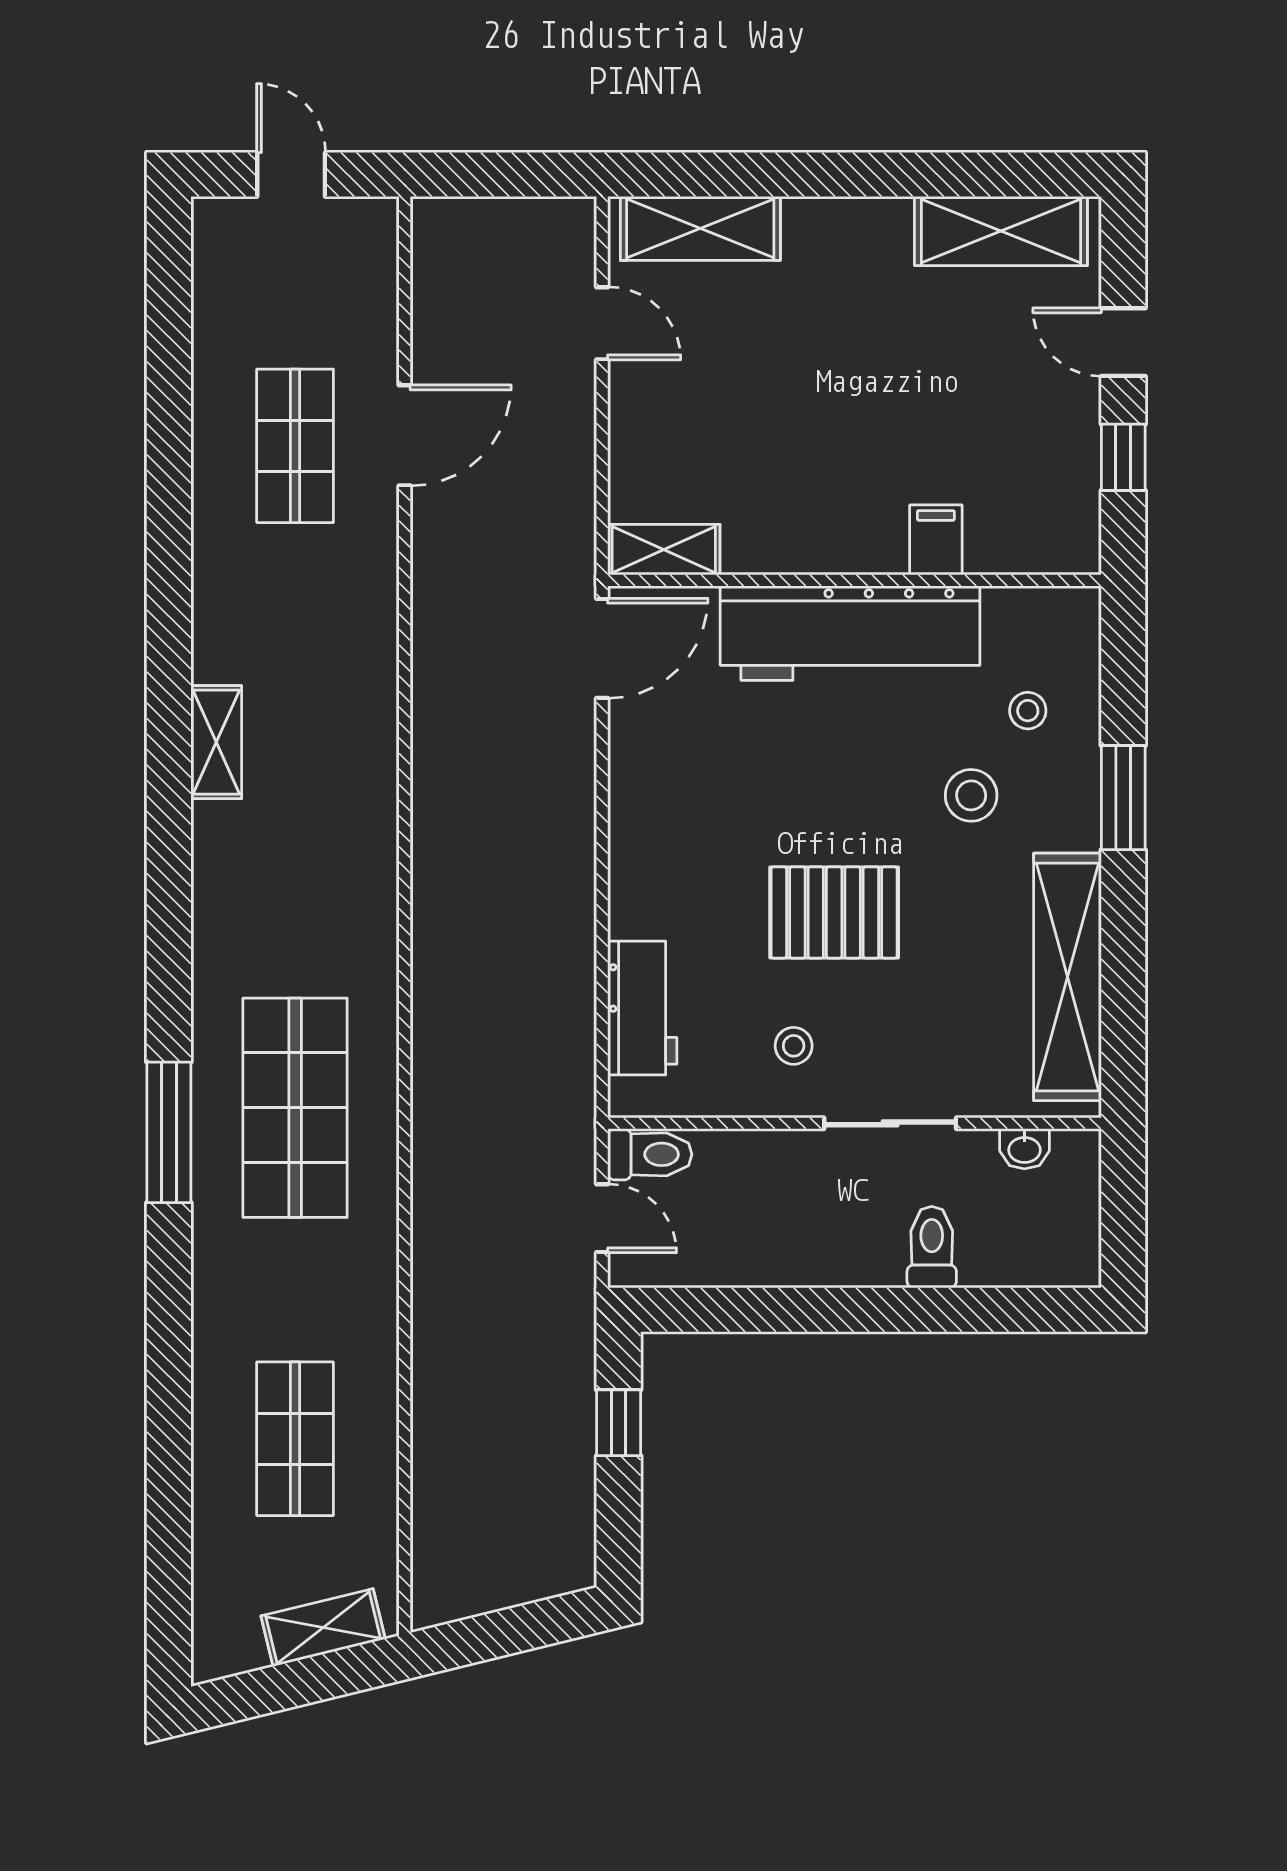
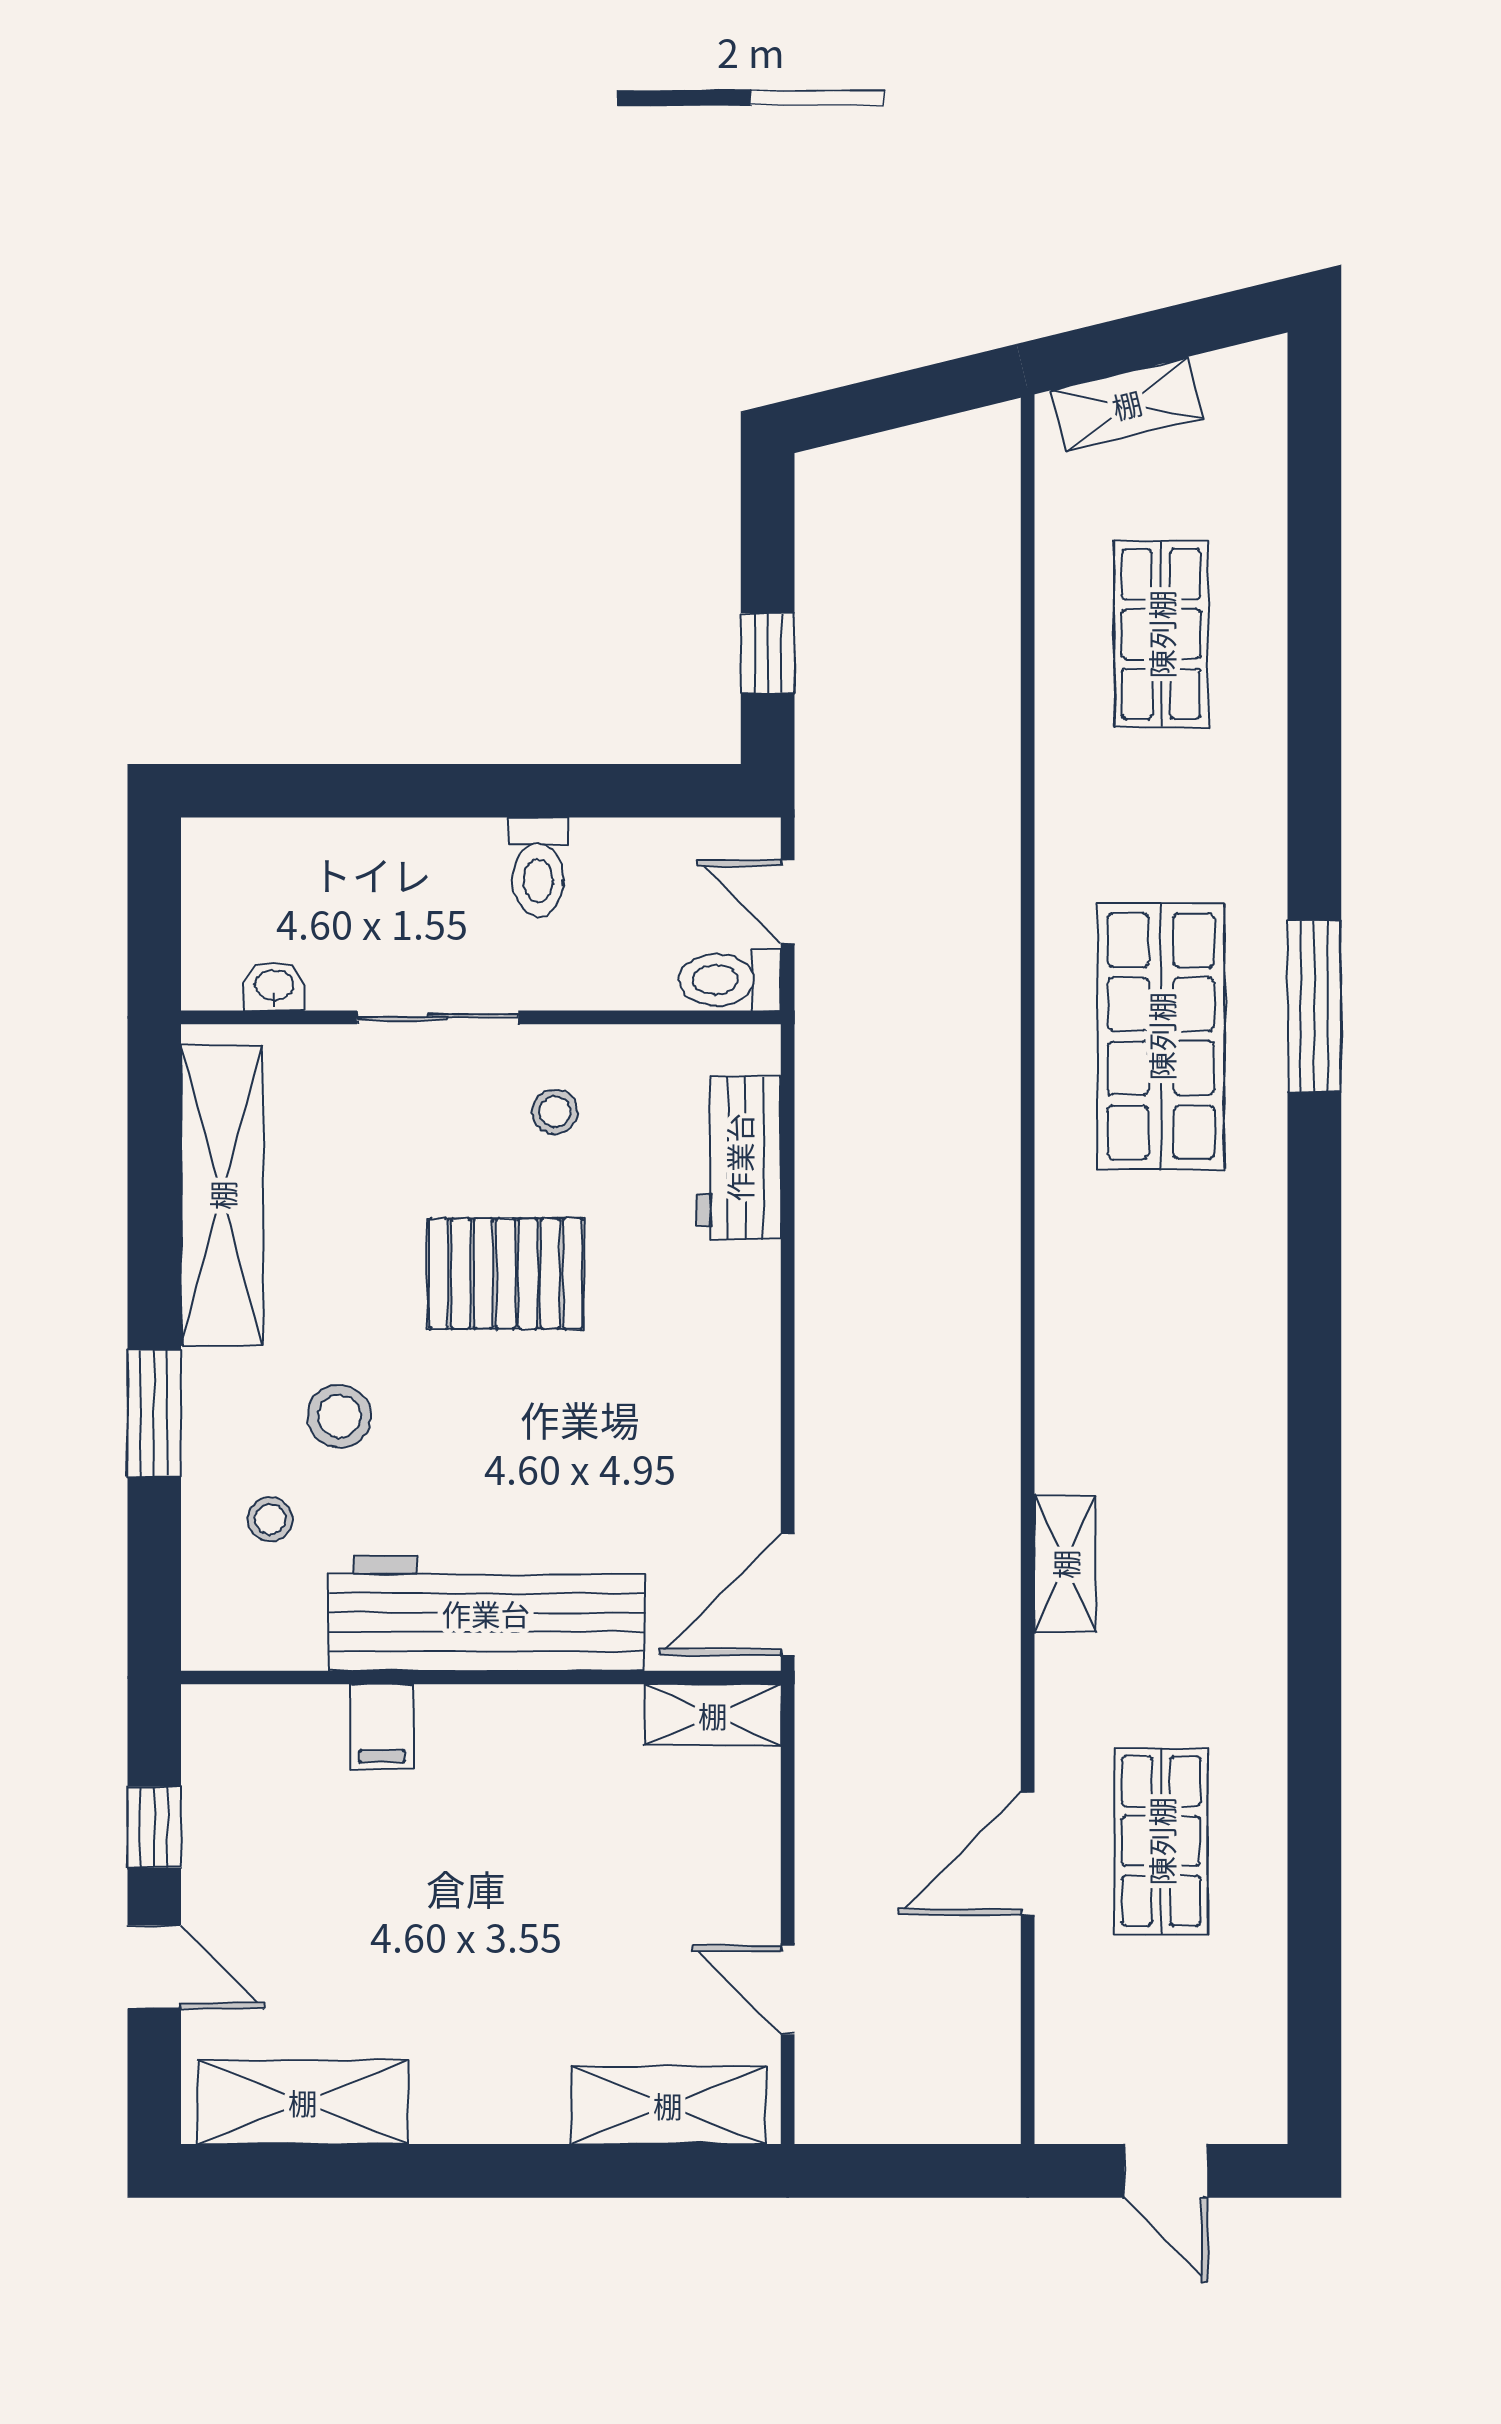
shelving: (216, 742) -> (1065, 1564), moved
toilet: (932, 1247) -> (538, 867), moved

